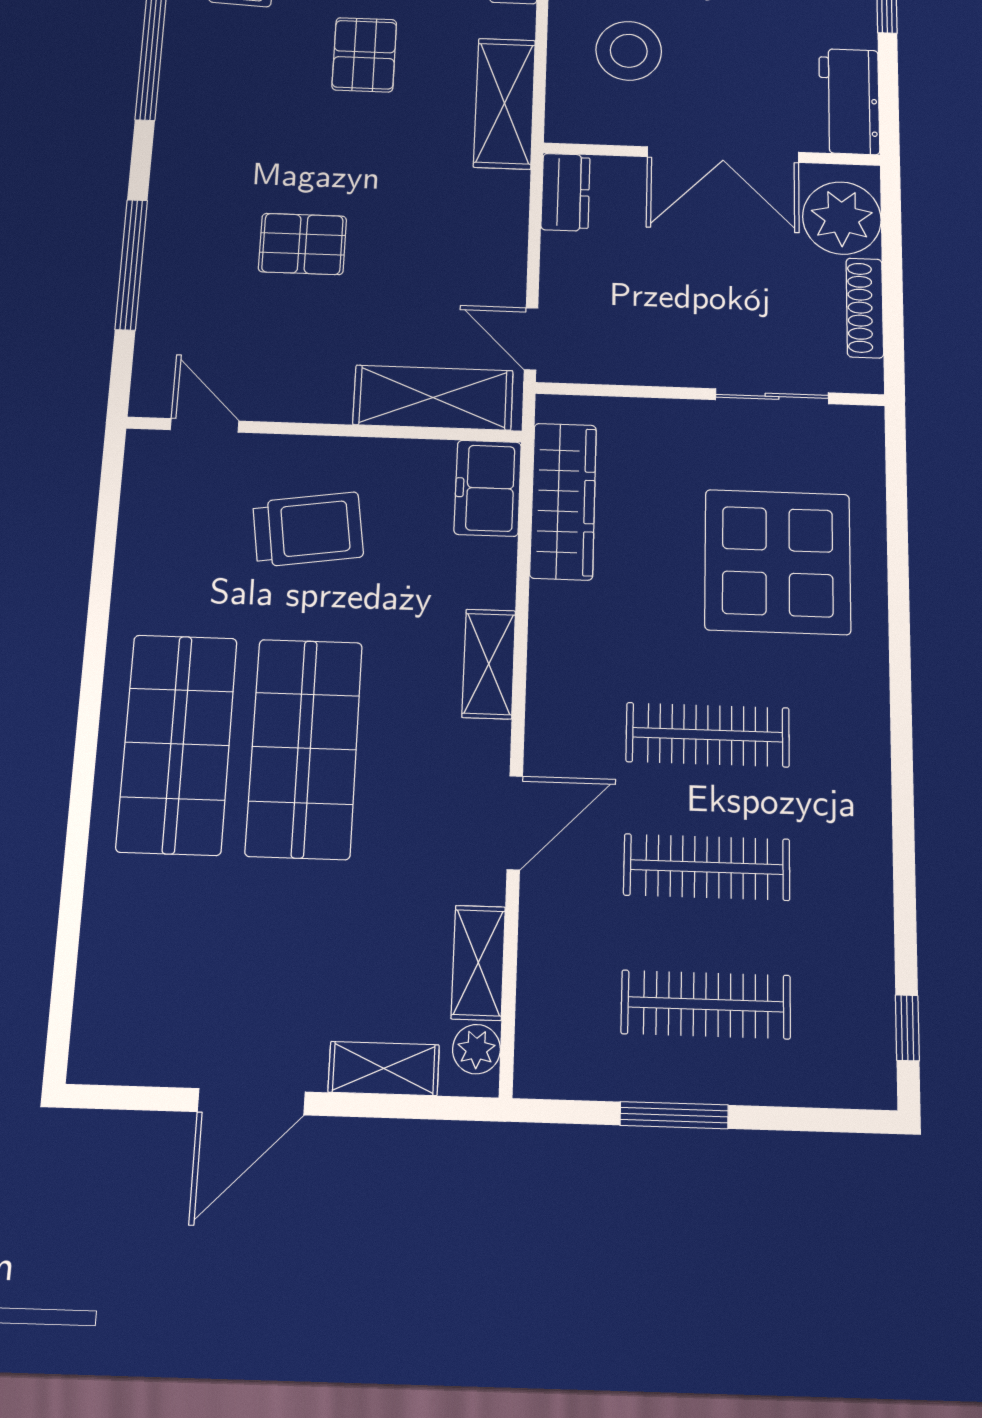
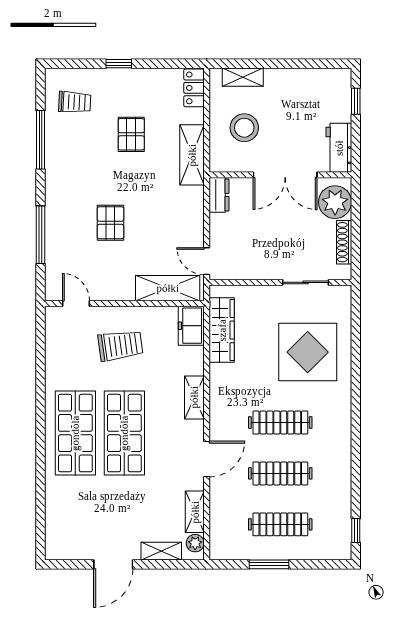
pallet: (302, 244) -> (110, 223), turned 90

